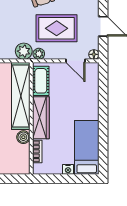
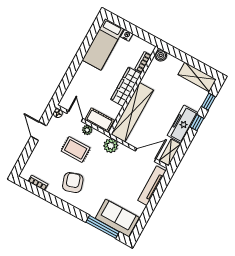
rug: (57, 28) -> (76, 149), width x0.73, depth x0.70
plant: (39, 54) -> (87, 130), moved
cot: (41, 81) -> (99, 120), moved, turned 90
boiler: (23, 137) -> (161, 55), moved

